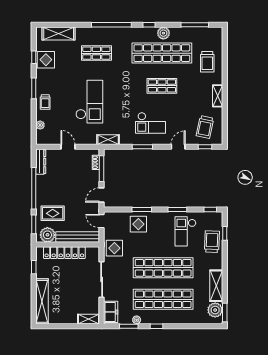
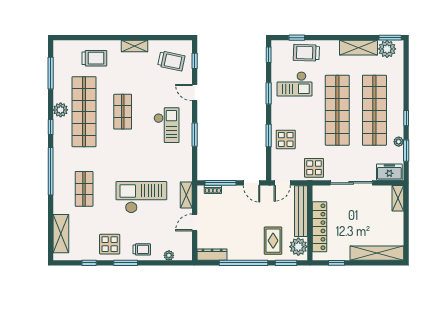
display table: (46, 60) -> (110, 244), moved
shelving: (108, 140) -> (186, 195), moved

